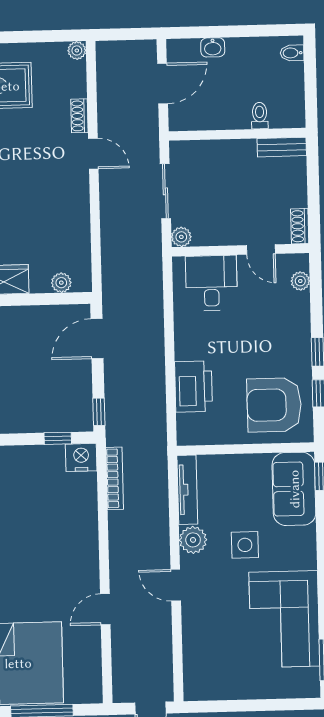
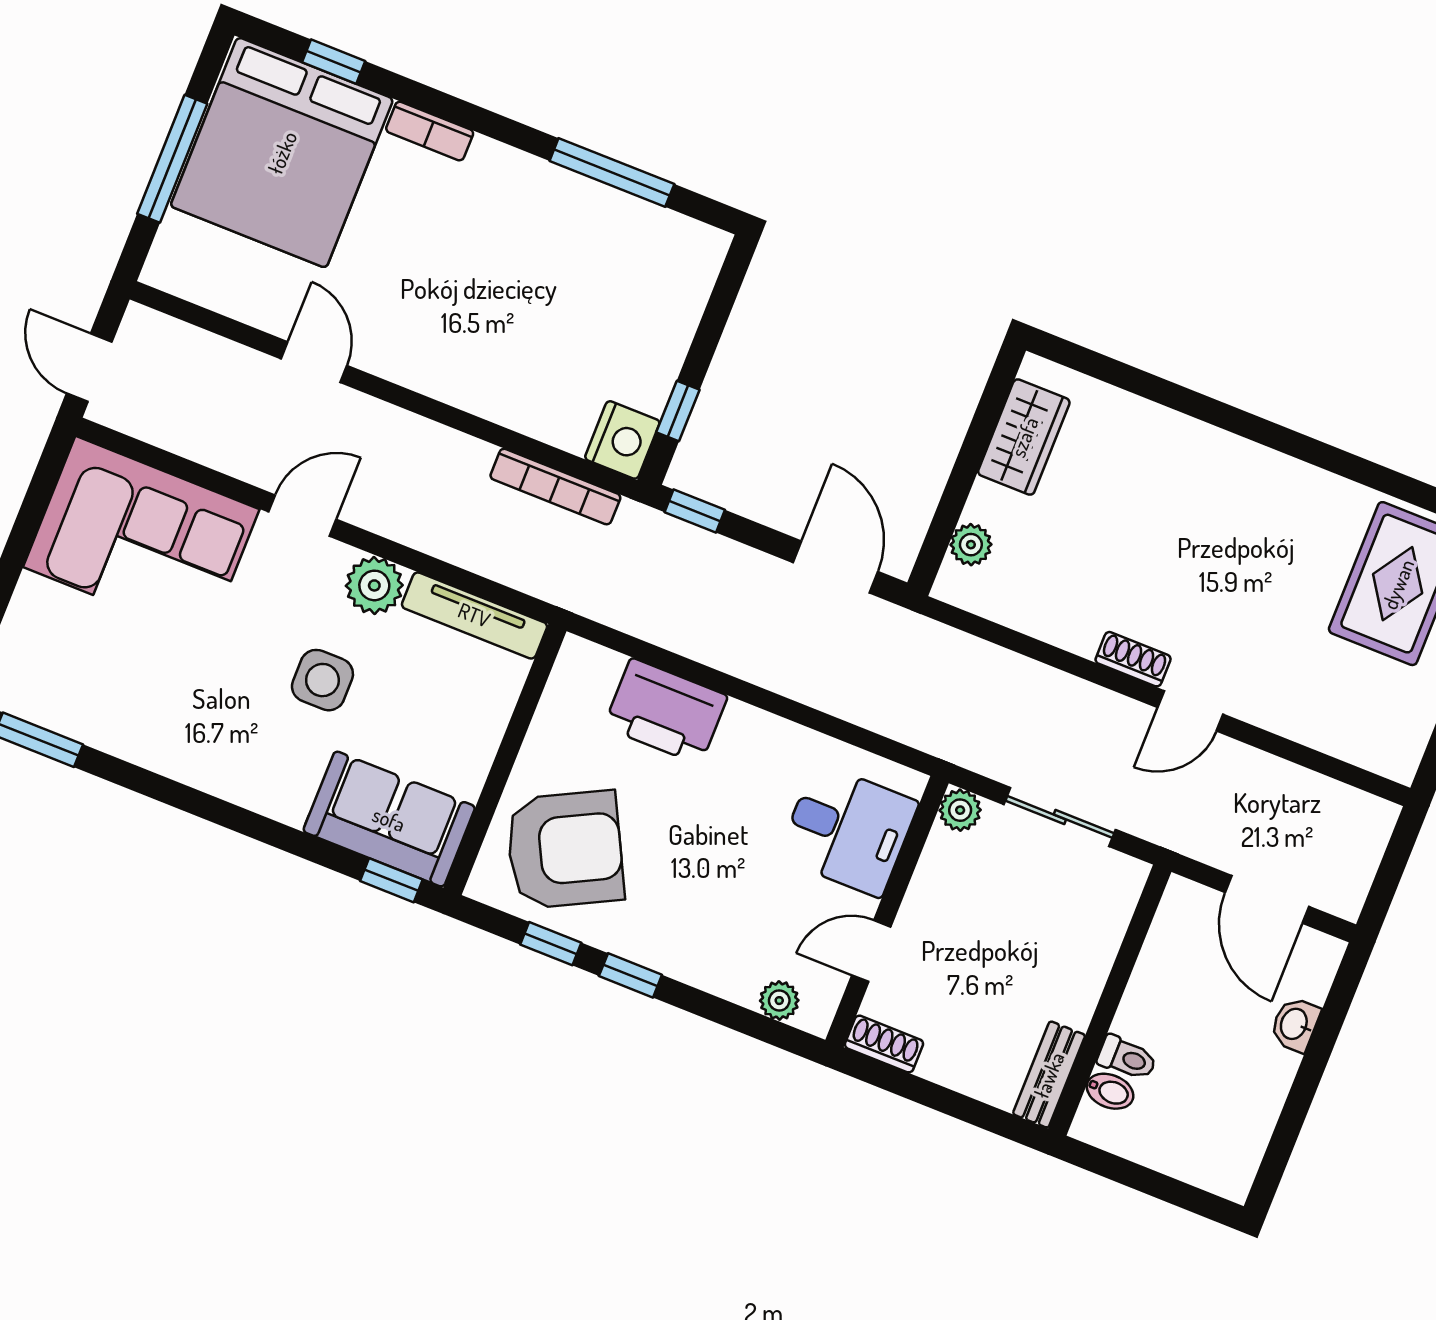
plant: (77, 50) -> (1400, 763), removed
bidet: (292, 53) -> (1110, 1091), moved, turned 90
shoe rack: (79, 116) -> (1133, 659), moved
armchair: (274, 405) -> (565, 850), turned 63
corner sofa: (284, 619) -> (141, 538), moved, turned 180

